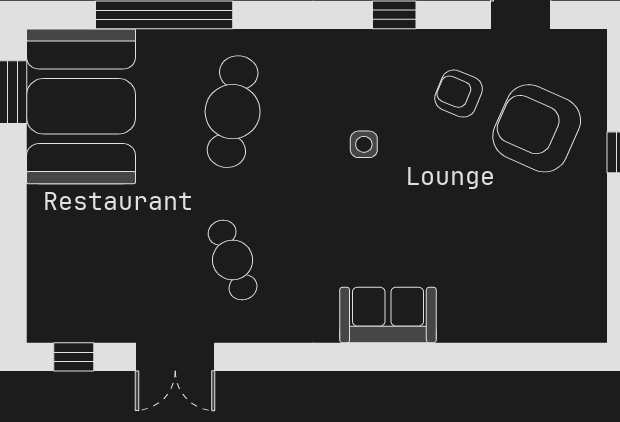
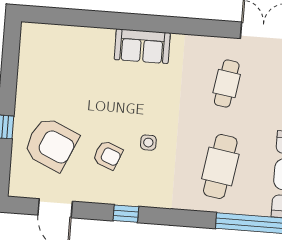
armchair: (459, 94) -> (108, 155), moved
cafe table: (233, 260) -> (227, 84), turned 30

